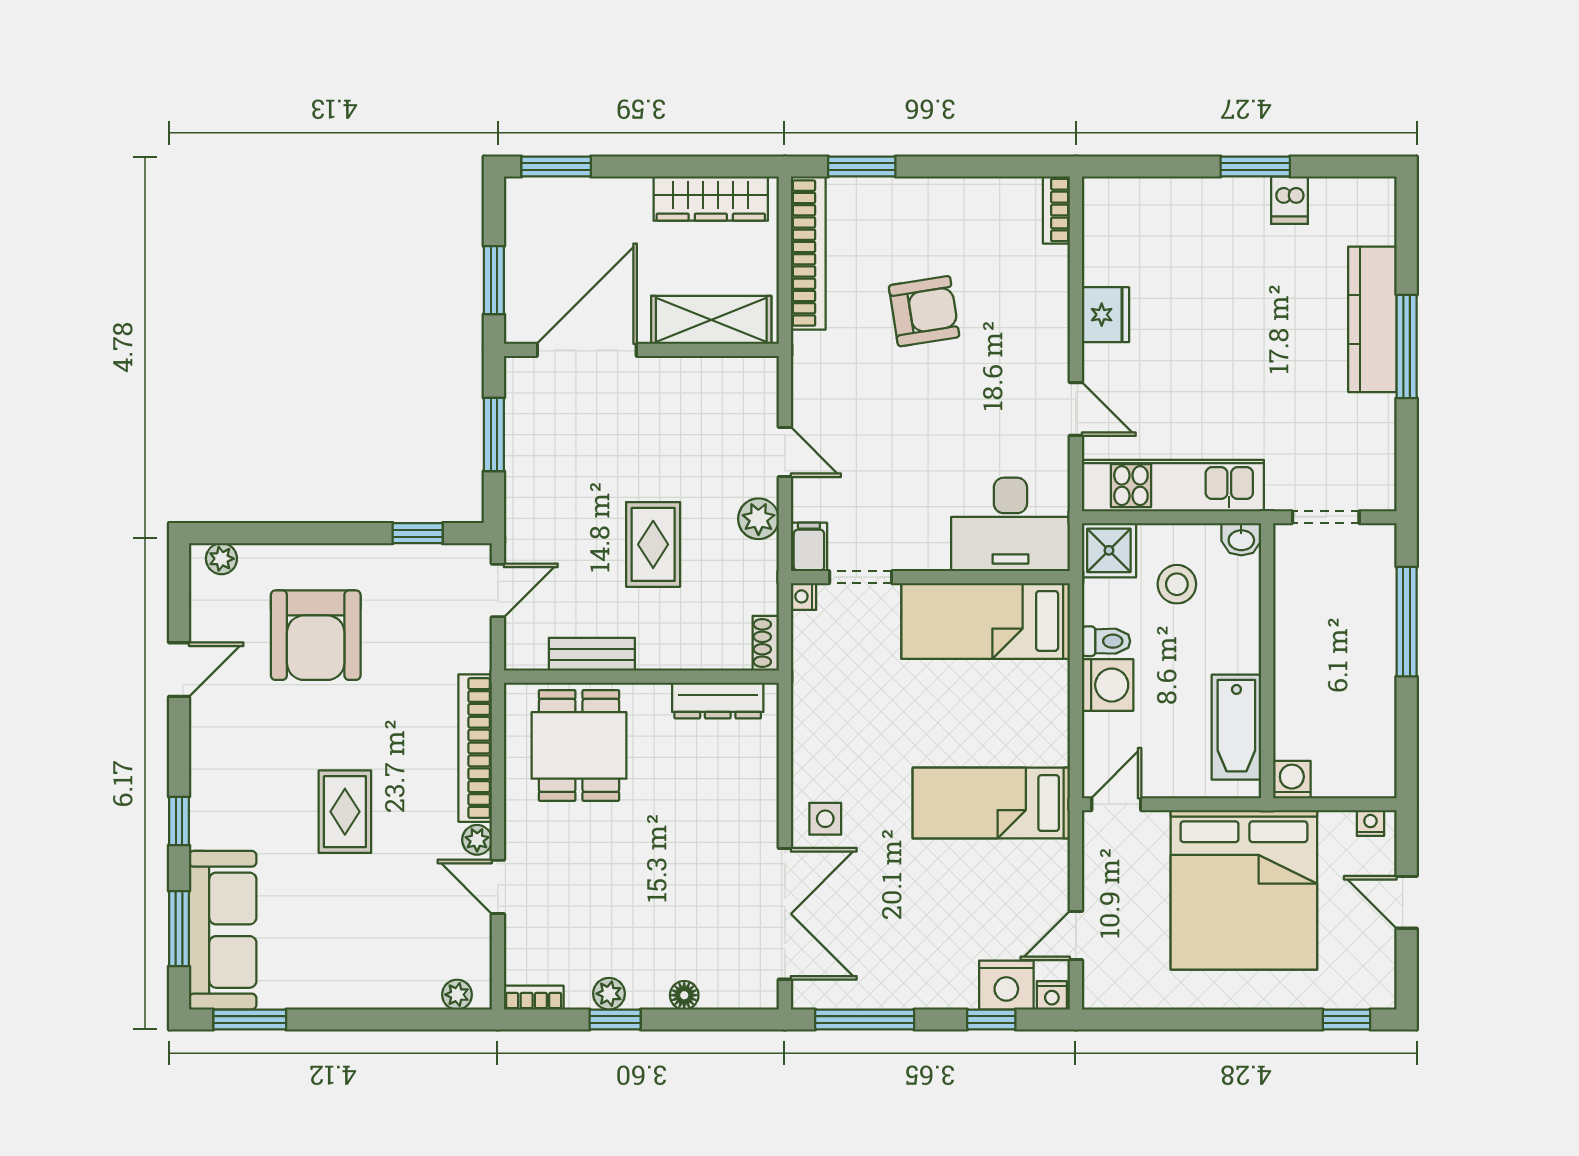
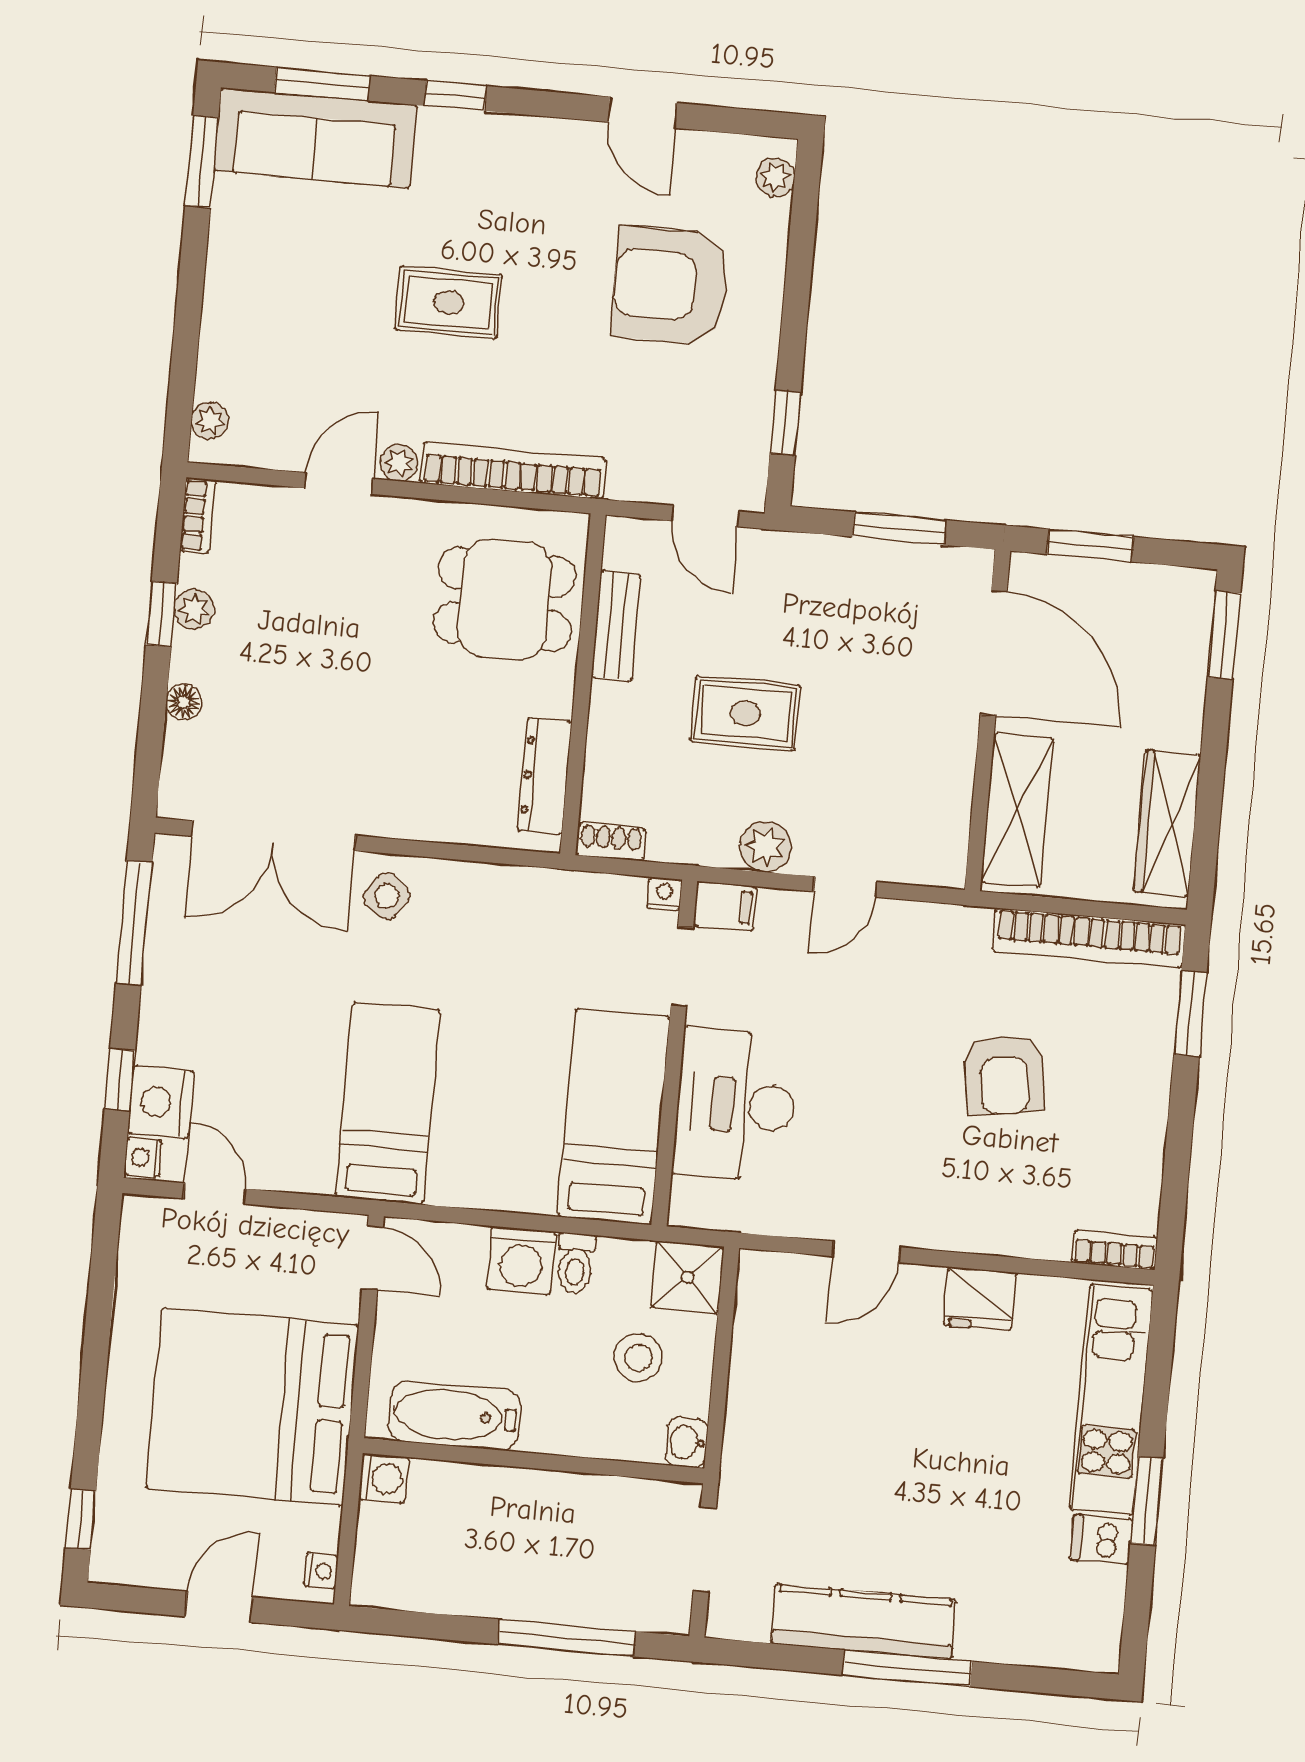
kitchen counter: (1372, 319) -> (863, 1622), moved
kitchen unit: (1173, 486) -> (1111, 1400), moved, turned 180
desk: (1010, 524) -> (735, 1105), moved
side table: (825, 819) -> (387, 896), turned 36

